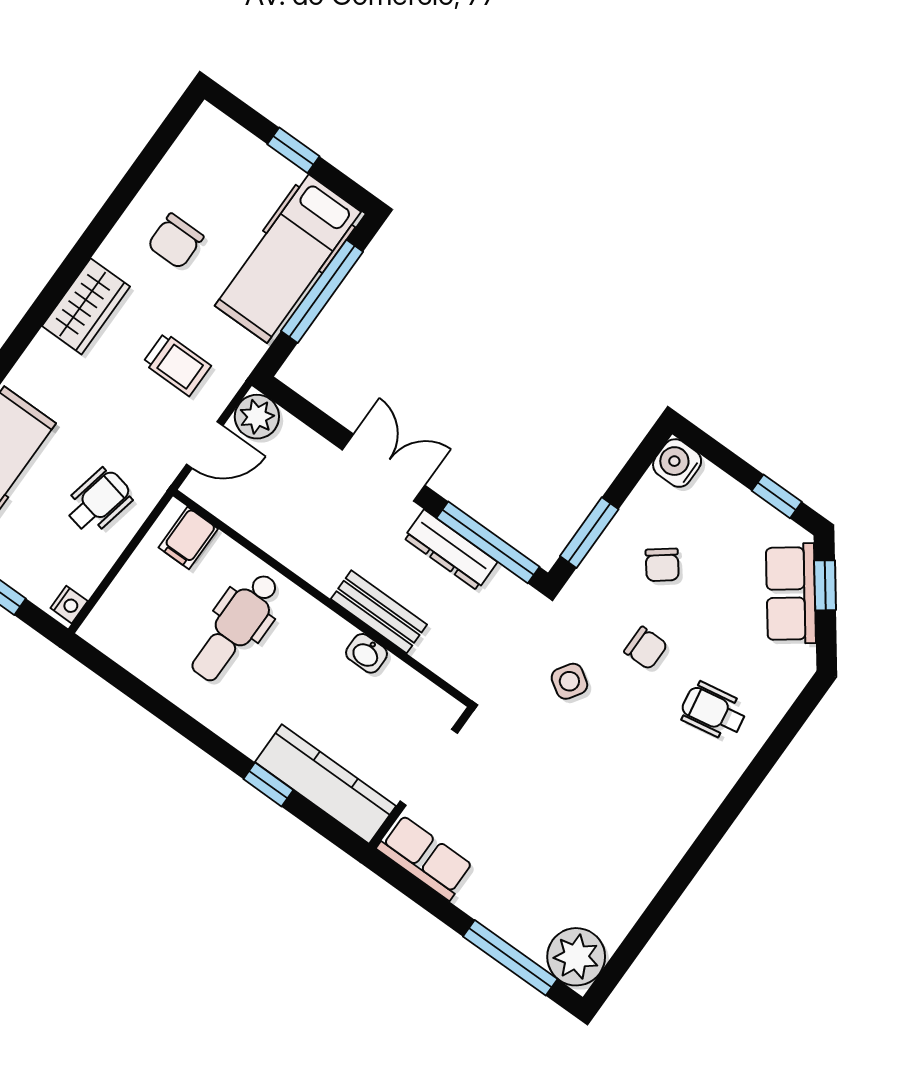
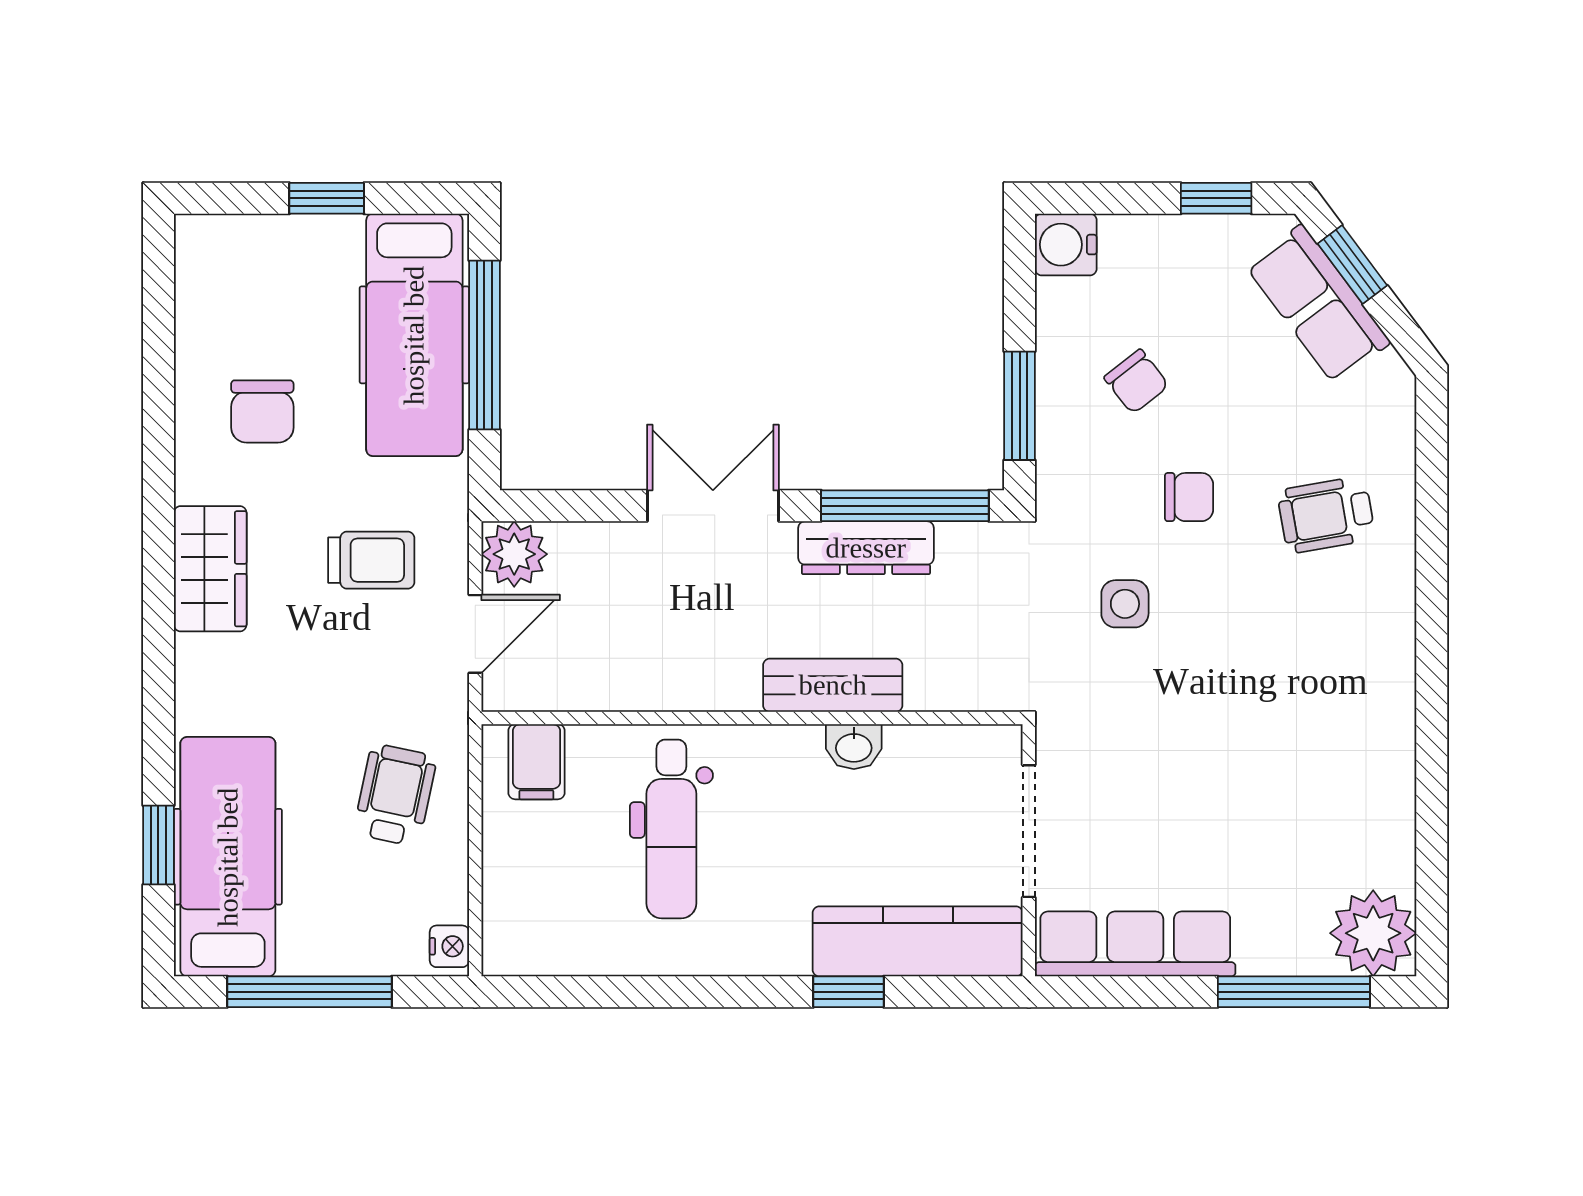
side table: (569, 681) -> (1125, 604), turned -33
row of seats: (425, 857) -> (1135, 944), width x1.48

